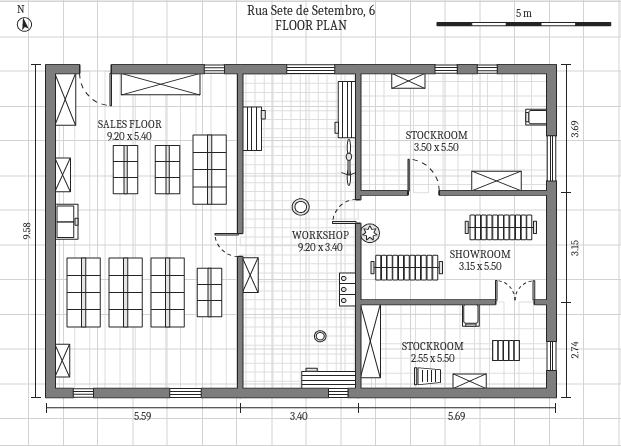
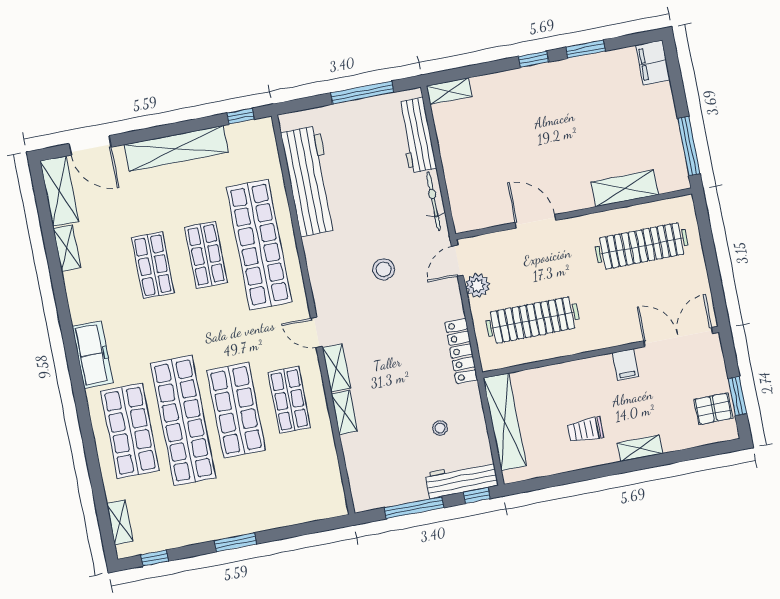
window: (487, 69) -> (586, 49), width x1.50
shelving: (408, 81) -> (449, 91), moved
filing cabinet: (537, 117) -> (653, 63), moved, width x2.00
workbench: (254, 129) -> (310, 181), width x1.88, depth x1.32
shop shelf: (210, 170) -> (259, 245), width x1.40
shelving: (63, 175) -> (67, 248), moved
freezer: (66, 222) -> (93, 355), width x1.40
locker: (348, 289) -> (461, 351), width x1.53
shop shelf: (126, 292) -> (183, 421), width x1.40
double door: (515, 302) -> (678, 337), width x1.37
shelving: (250, 310) -> (344, 412), added
pallet: (506, 351) -> (713, 409), moved
trolley: (428, 376) -> (585, 430), moved, turned 180
window: (186, 393) -> (235, 542), moved
window: (289, 393) -> (414, 508), added

